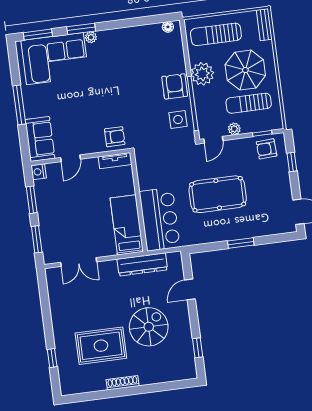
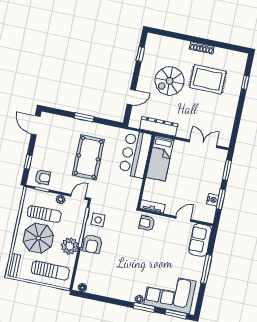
nightstand: (39, 172) -> (213, 200), moved
pool table: (218, 194) -> (88, 157), turned 90

